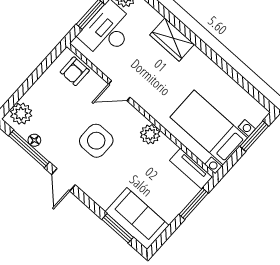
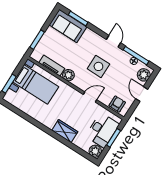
door: (30, 81) -> (142, 94), added
tv unit: (191, 169) -> (52, 66), moved

